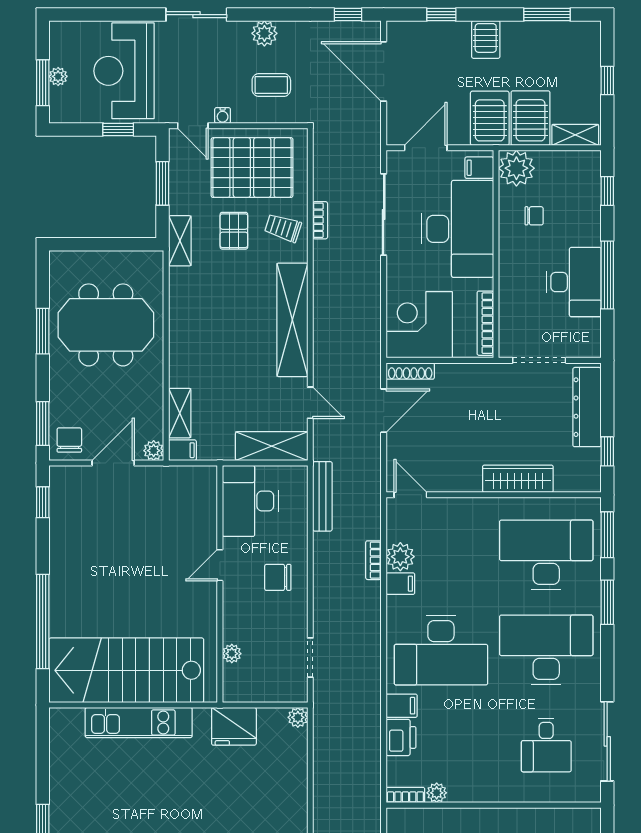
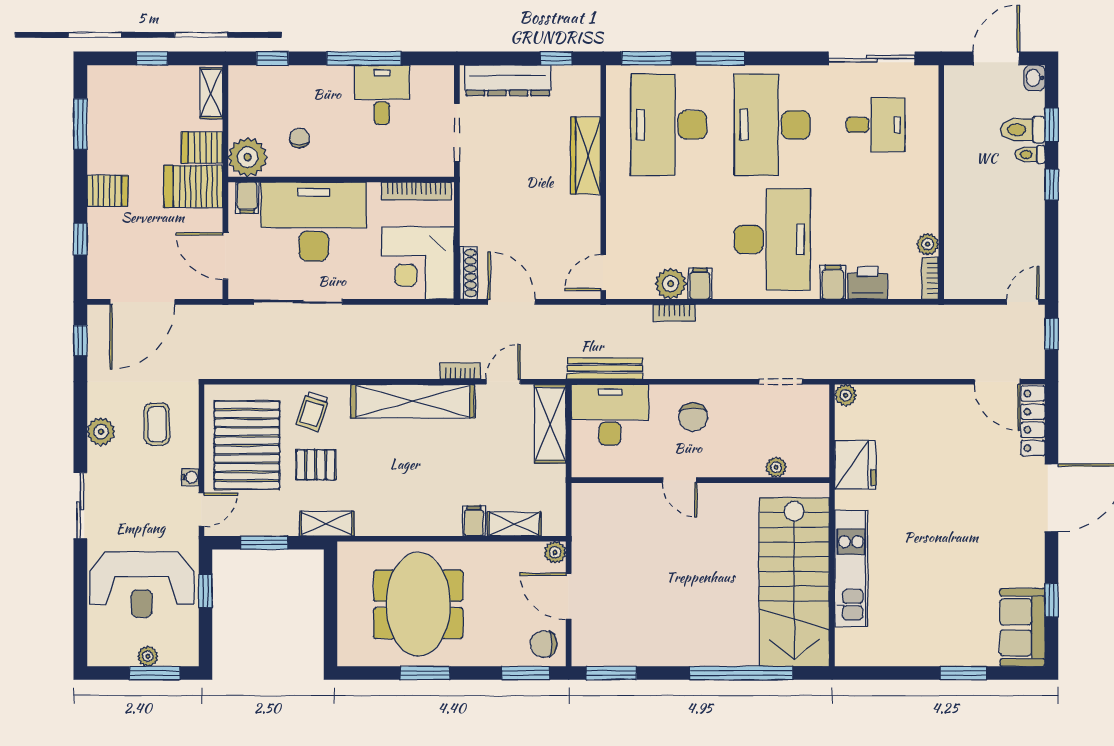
server rack: (530, 118) -> (202, 148), width x0.73, depth x0.70
bookcase: (320, 220) -> (460, 371), moved
desk: (574, 282) -> (382, 95), width x0.73
filing cabinet: (182, 450) -> (474, 521), moved
desk: (250, 501) -> (610, 415), moved, turned 180
window: (43, 502) -> (611, 673), width x1.50

